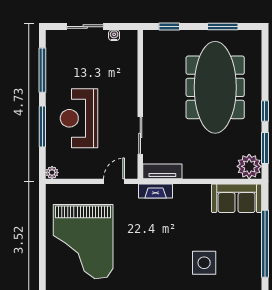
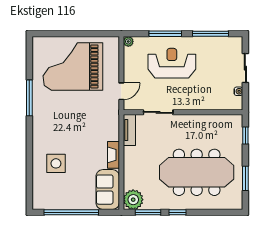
door: (114, 181) -> (121, 91), hinge flipped
fireplace: (156, 191) -> (113, 155), moved

